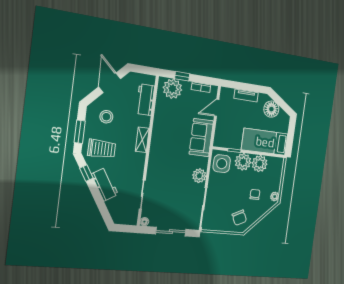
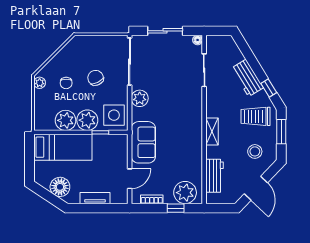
chair: (239, 218) -> (96, 78), moved

